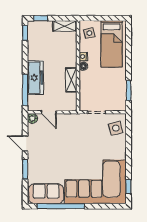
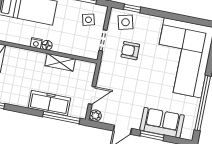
side table: (89, 33) -> (88, 20), moved
armchair: (93, 137) -> (130, 51), added
window: (129, 187) -> (132, 8), moved
sofa: (46, 194) -> (162, 123), moved, turned 90

